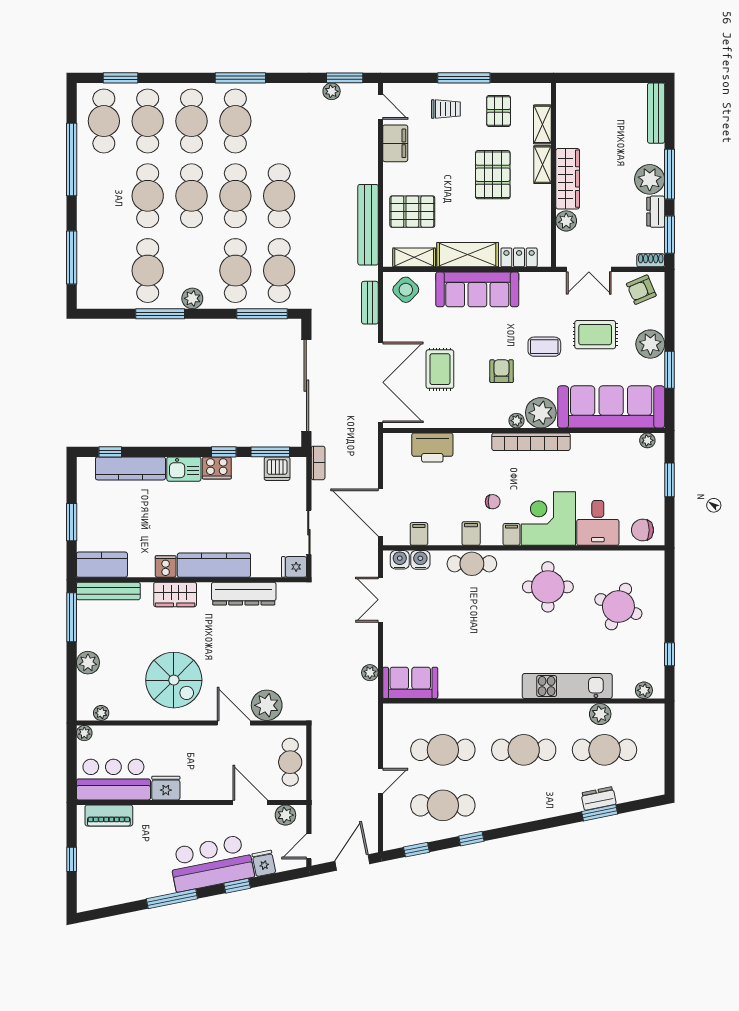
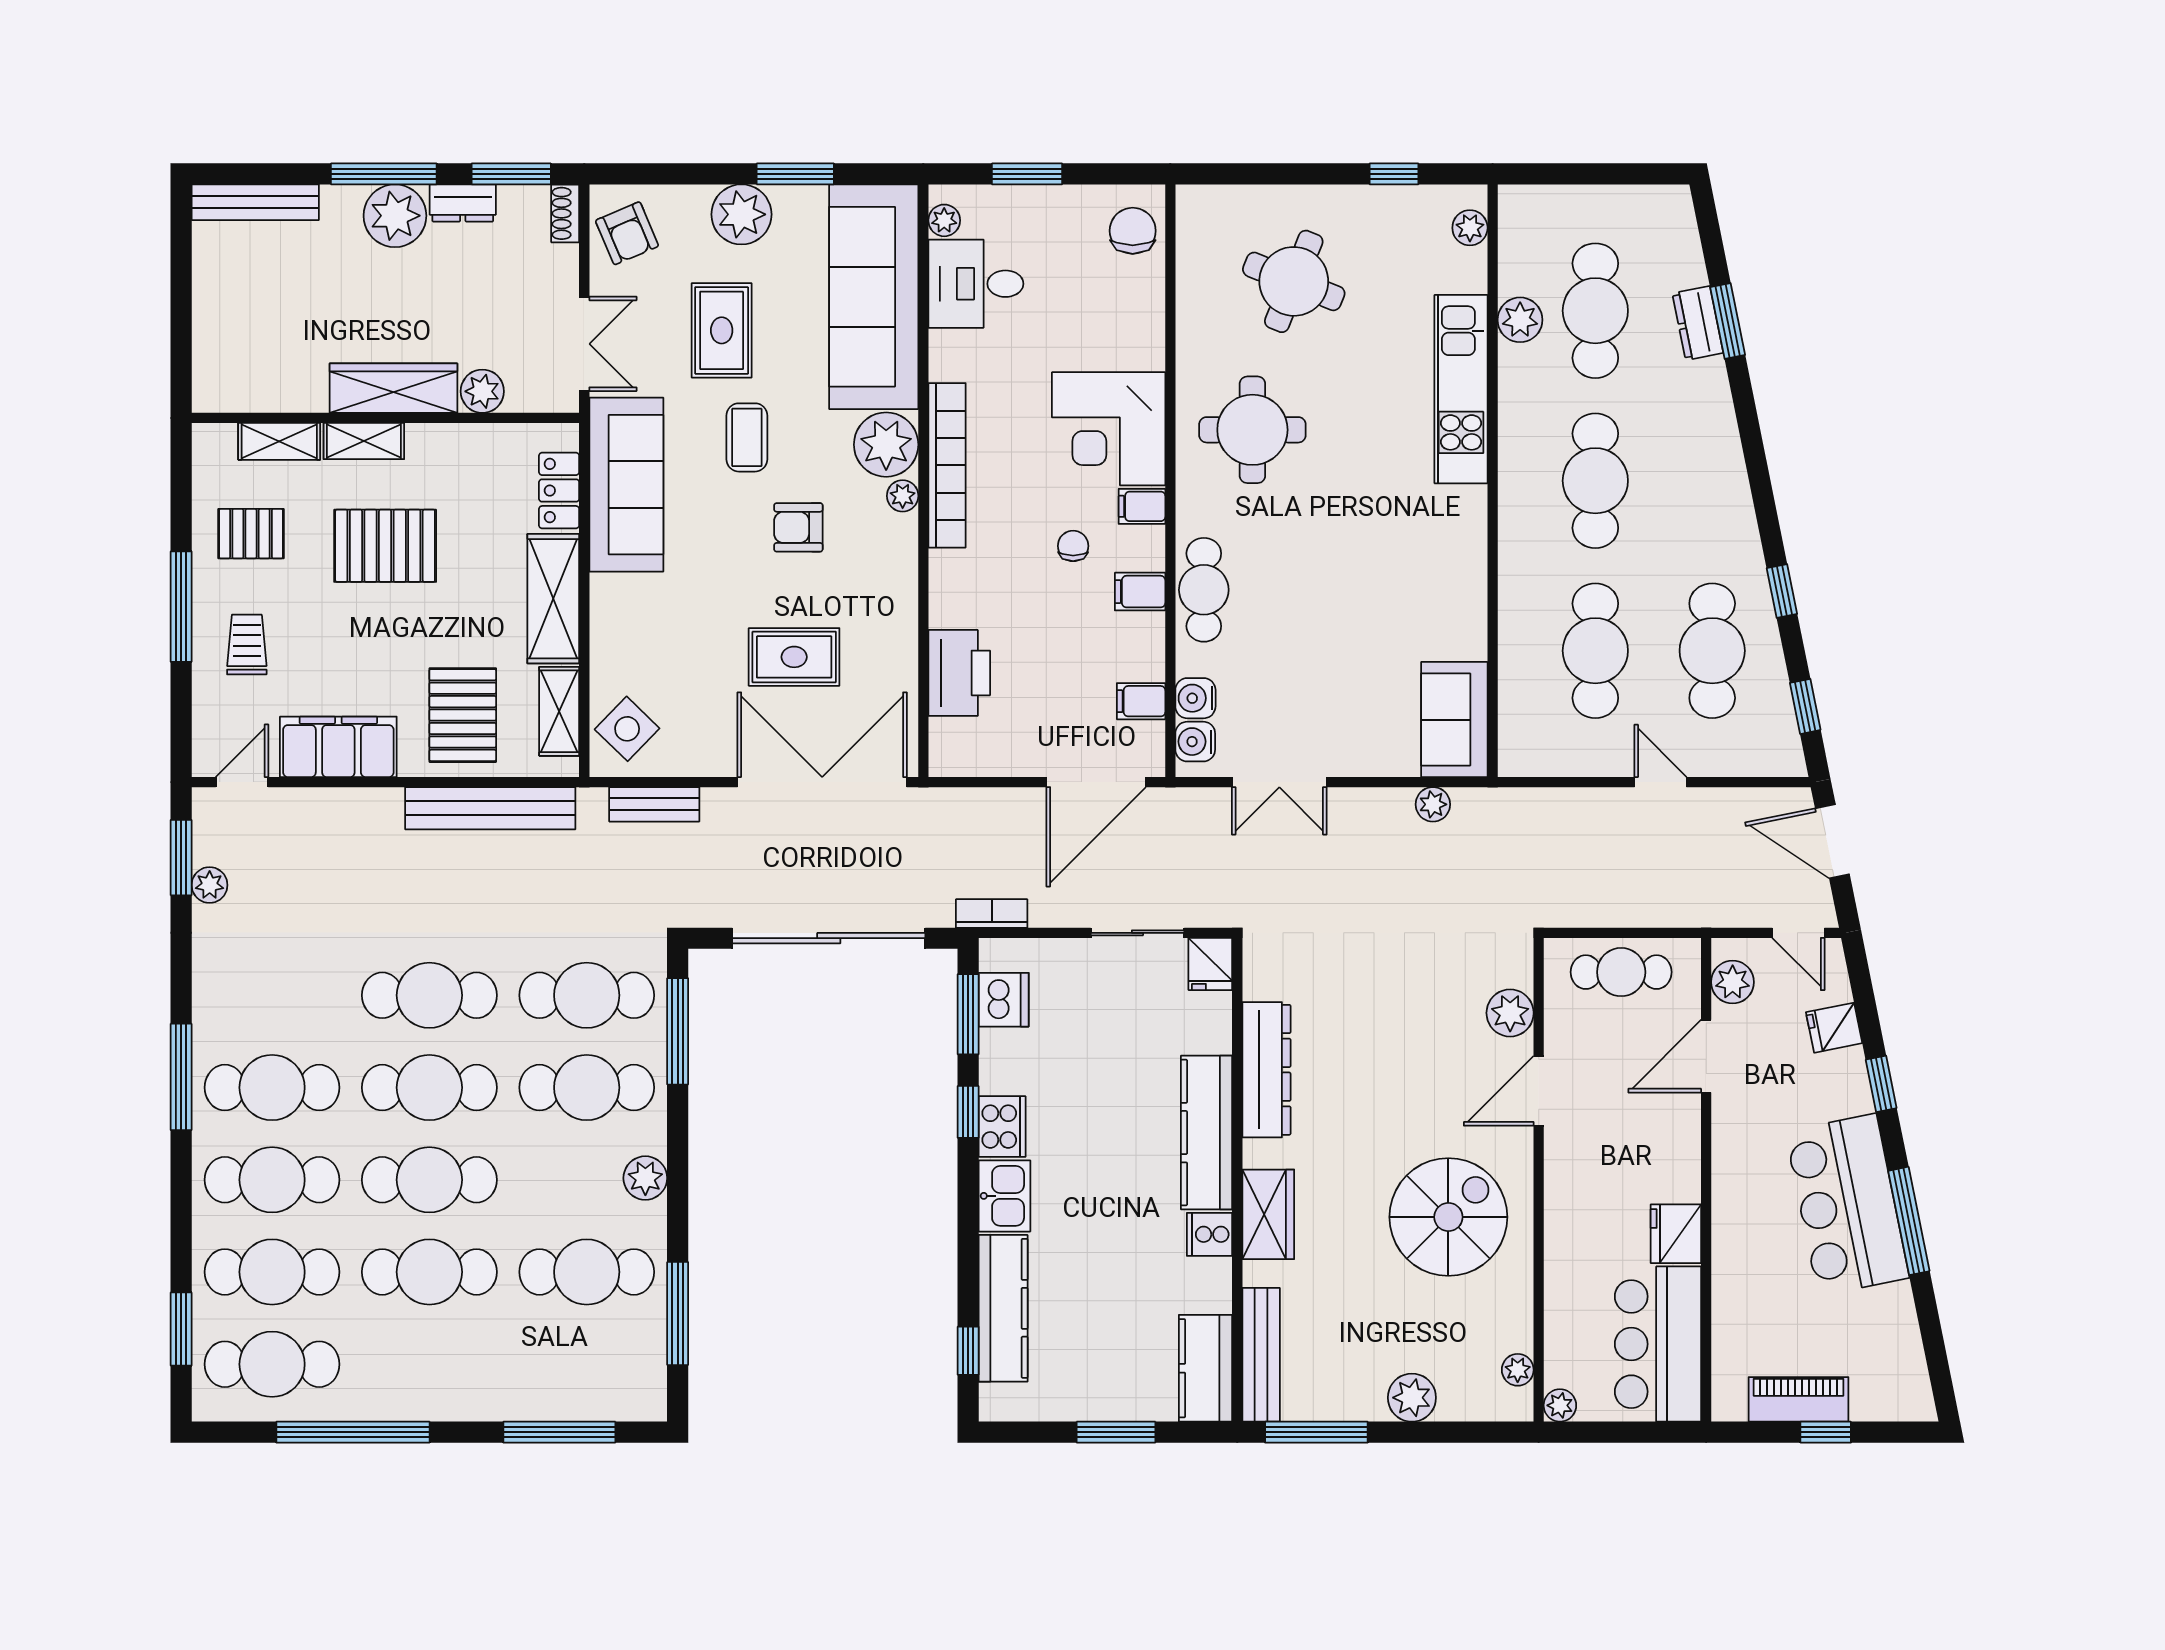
filing cabinet: (395, 143) -> (338, 747), width x1.50, depth x1.17
sofa: (477, 289) -> (626, 485), moved
window: (160, 314) -> (678, 1314), moved
desk: (598, 523) -> (976, 284), moved, turned 180
chair: (642, 530) -> (1133, 231), turned 180
plant: (267, 705) -> (1510, 1013), width x0.73, depth x0.73
piano: (109, 815) -> (1799, 1399), moved, turned -90
bar counter: (211, 863) -> (1847, 1205), moved

